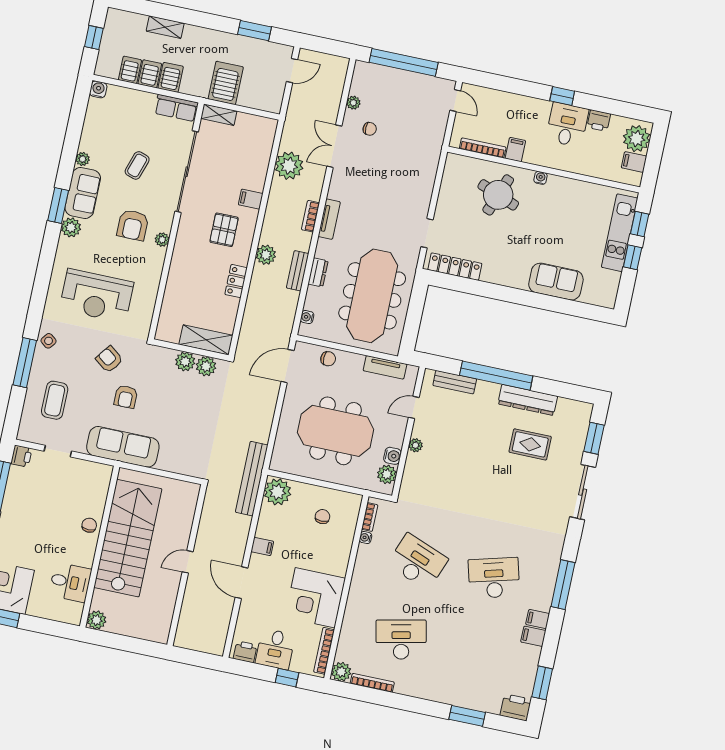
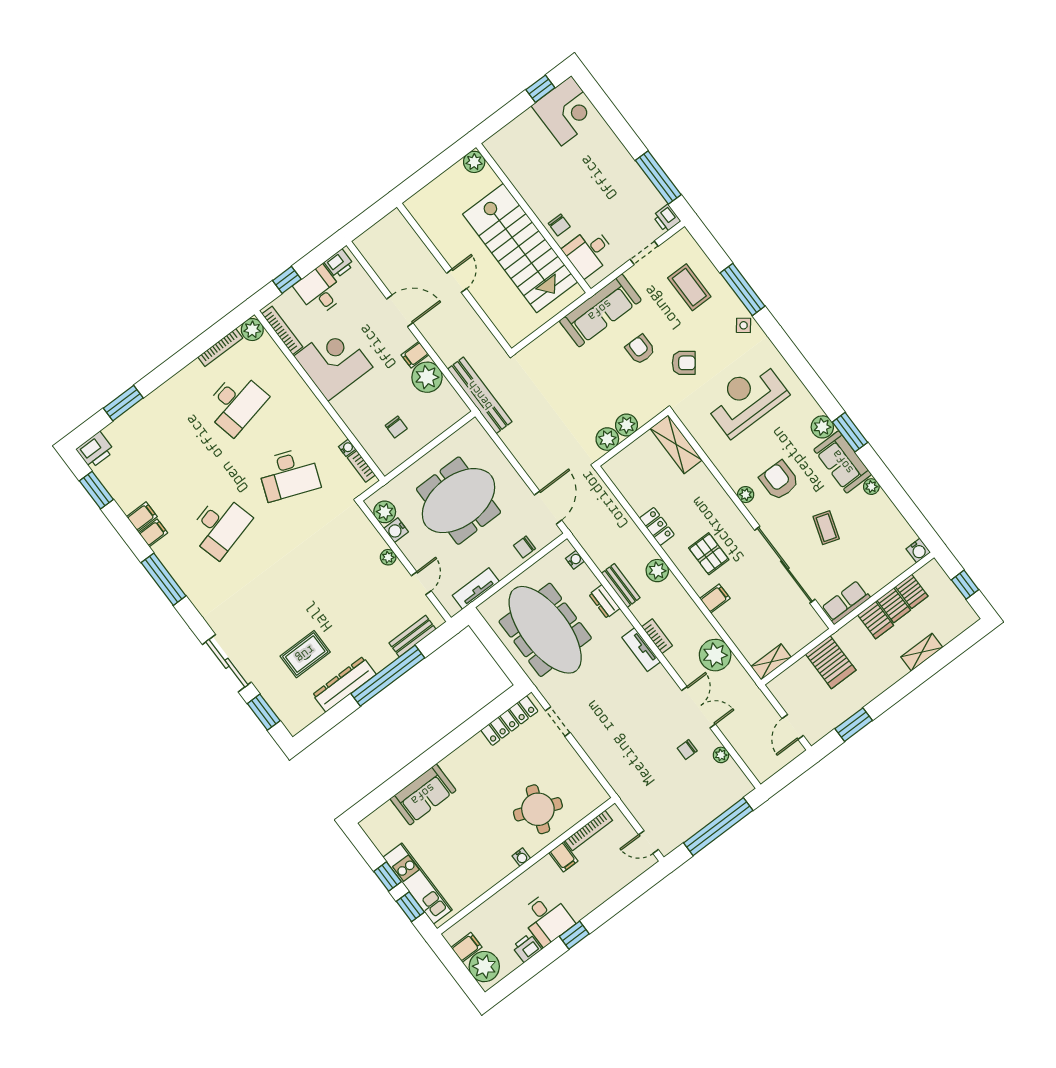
shelving: (219, 115) -> (771, 662), moved
shelving: (206, 340) -> (676, 444), moved, turned 90
plant: (277, 492) -> (427, 377), moved
desk: (70, 582) -> (589, 252), moved

